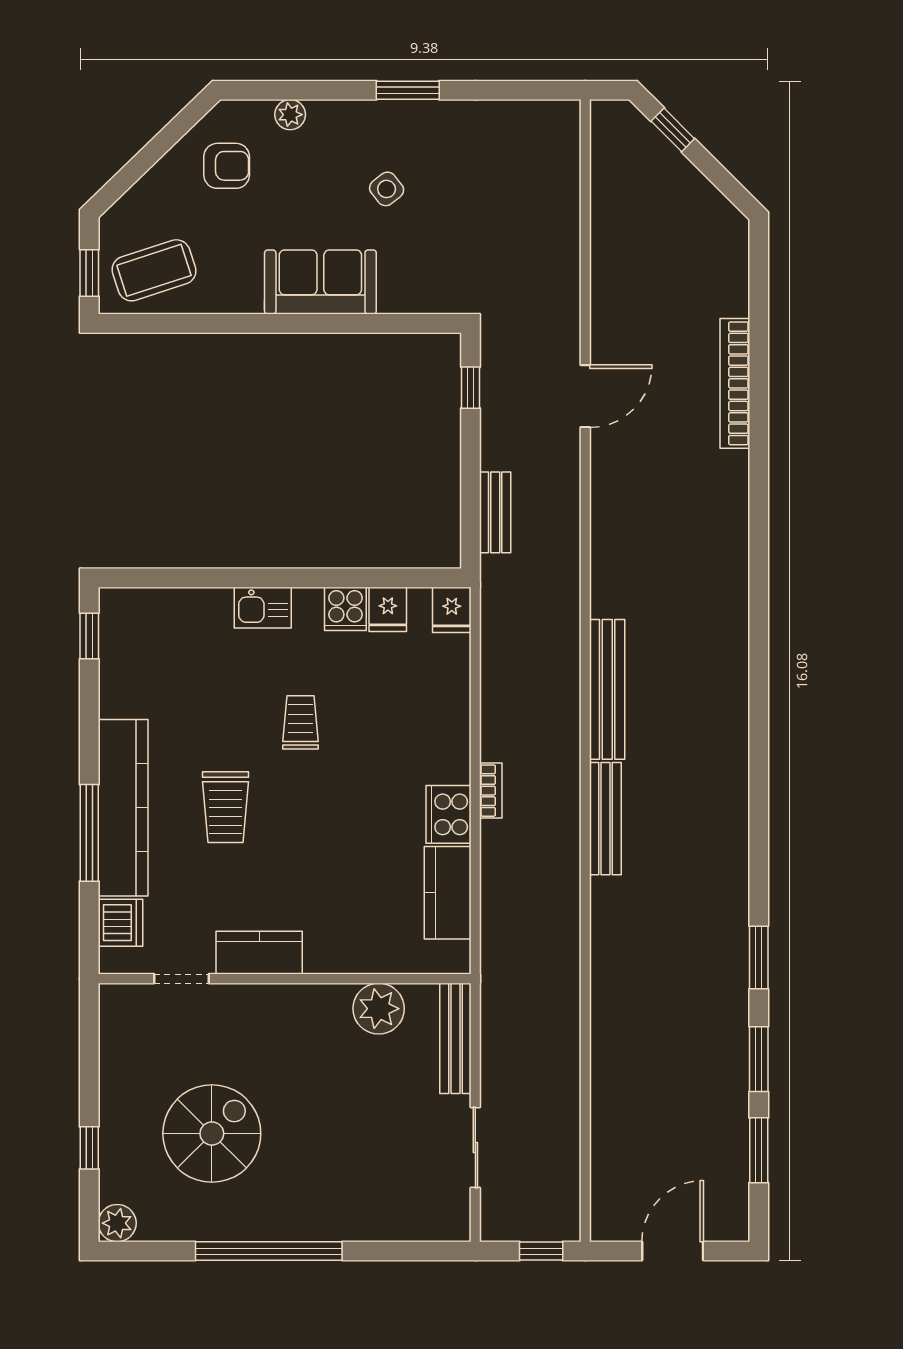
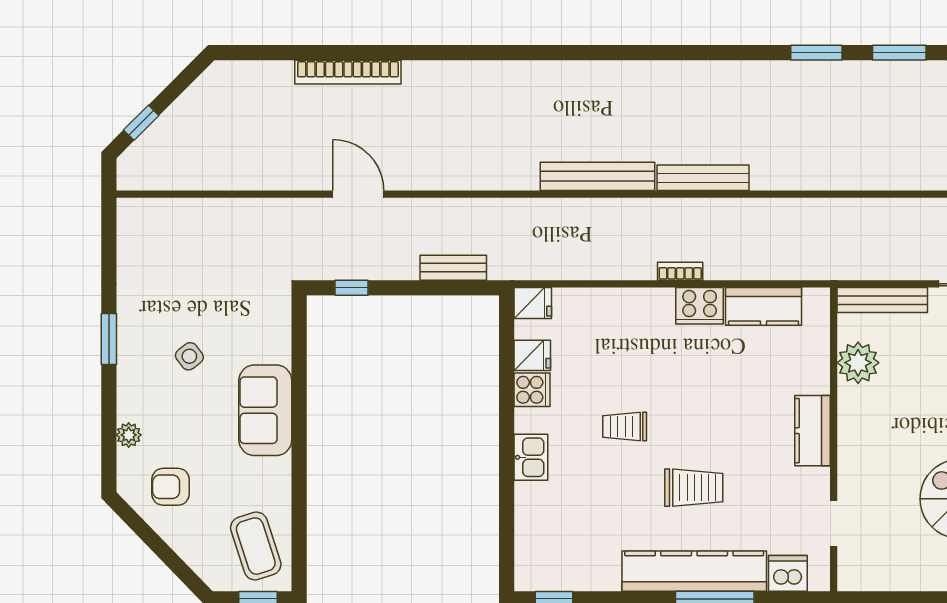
armchair: (227, 166) -> (170, 487), turned -90
kitchen counter: (259, 953) -> (812, 431), moved

